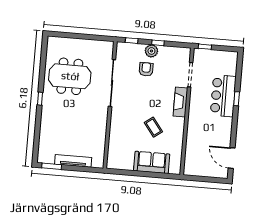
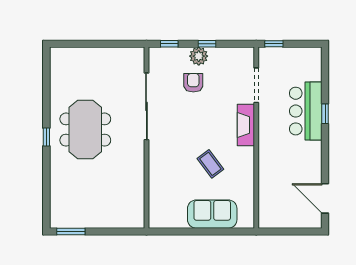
meeting table: (70, 76) -> (85, 130), moved, turned 90
tv unit: (73, 161) -> (101, 221), removed

